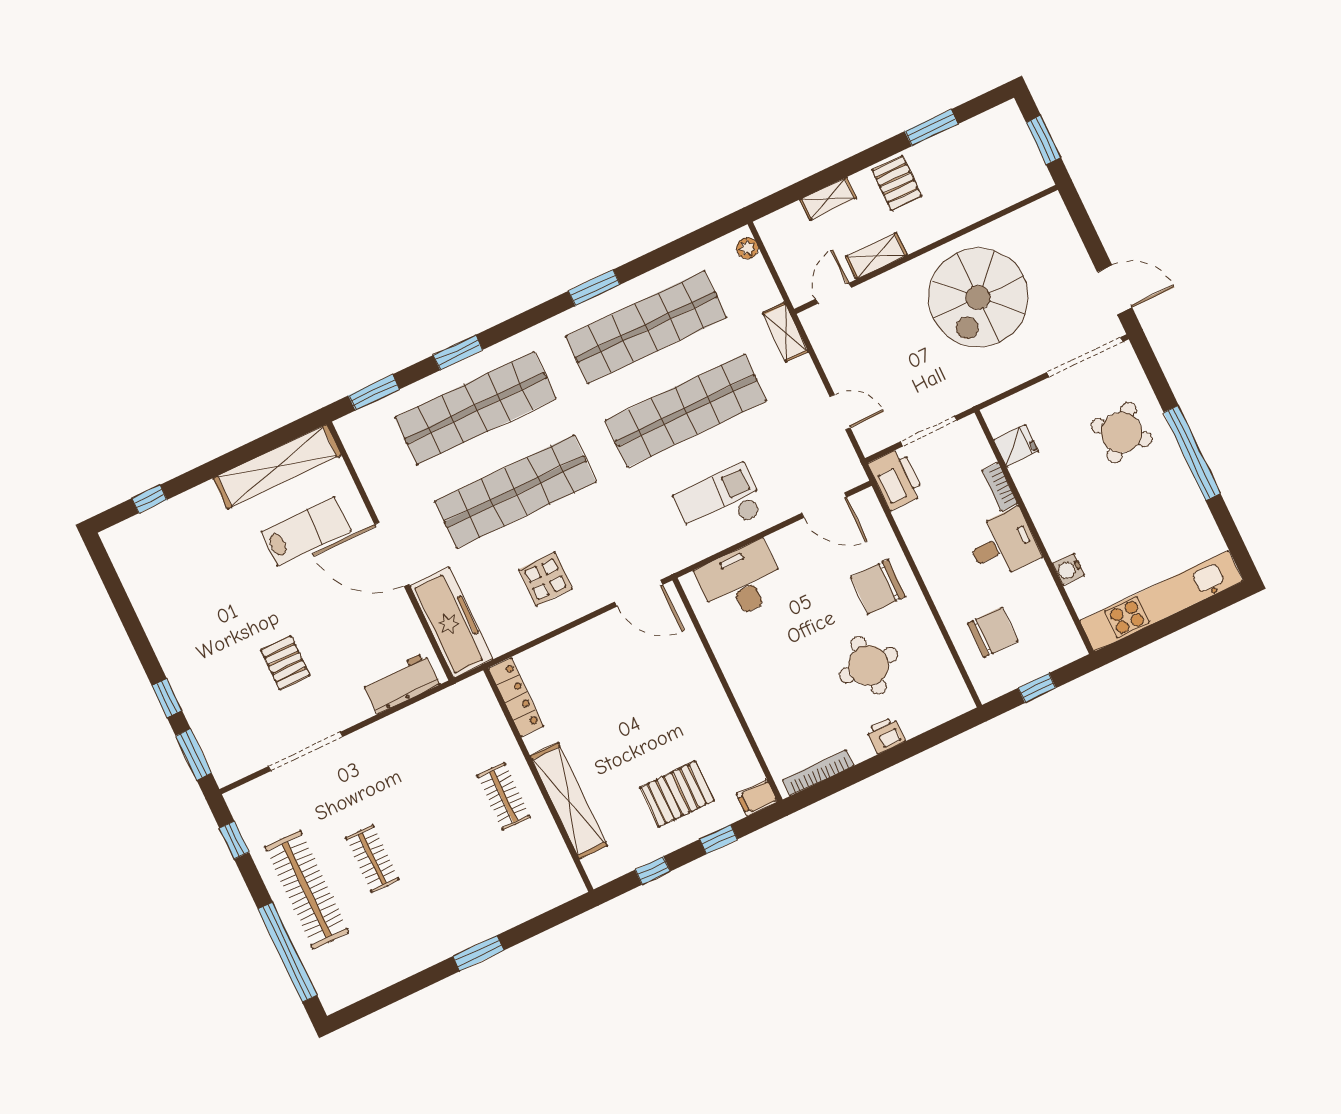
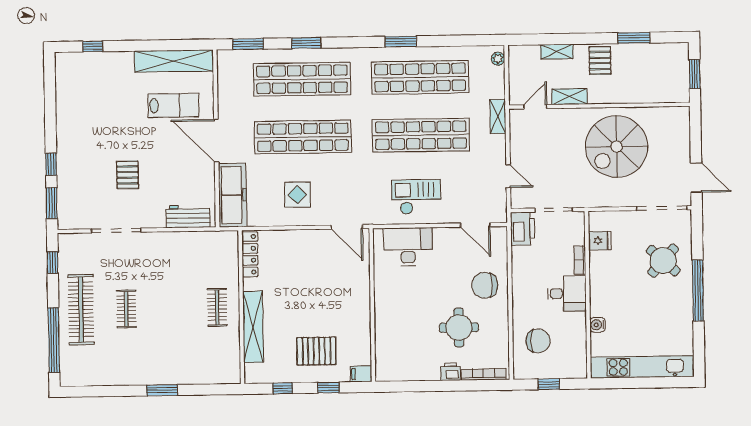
bookcase: (818, 773) -> (484, 374), moved

